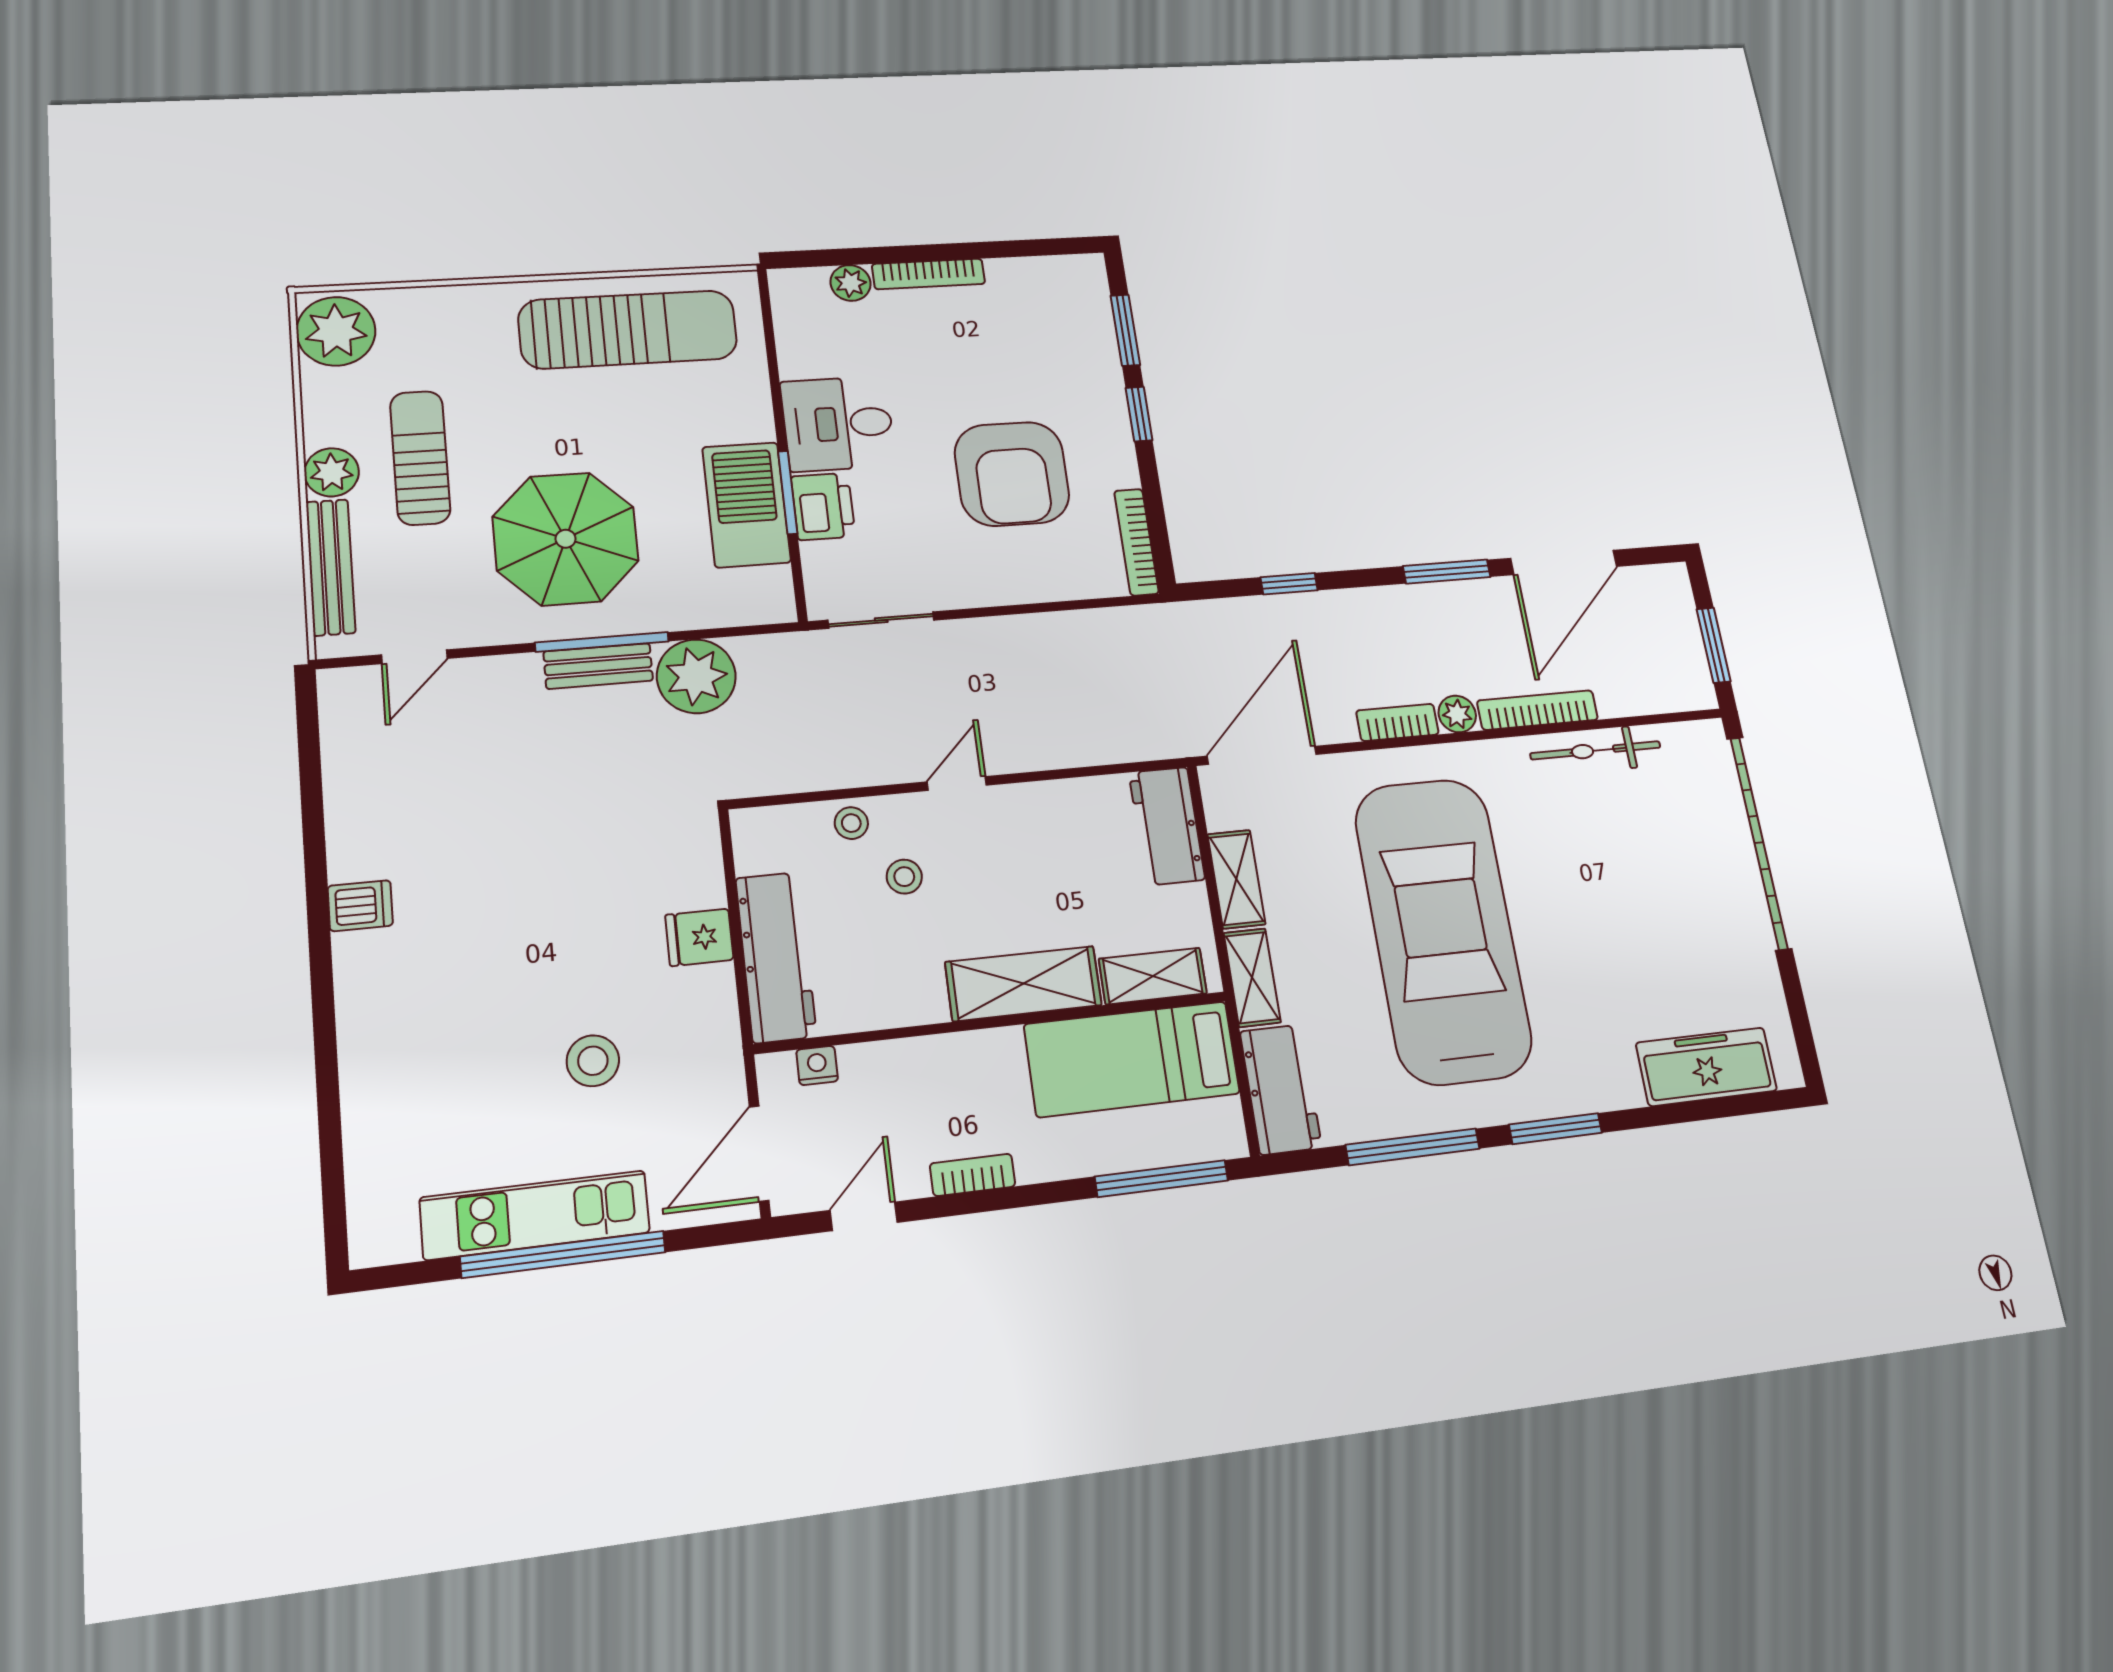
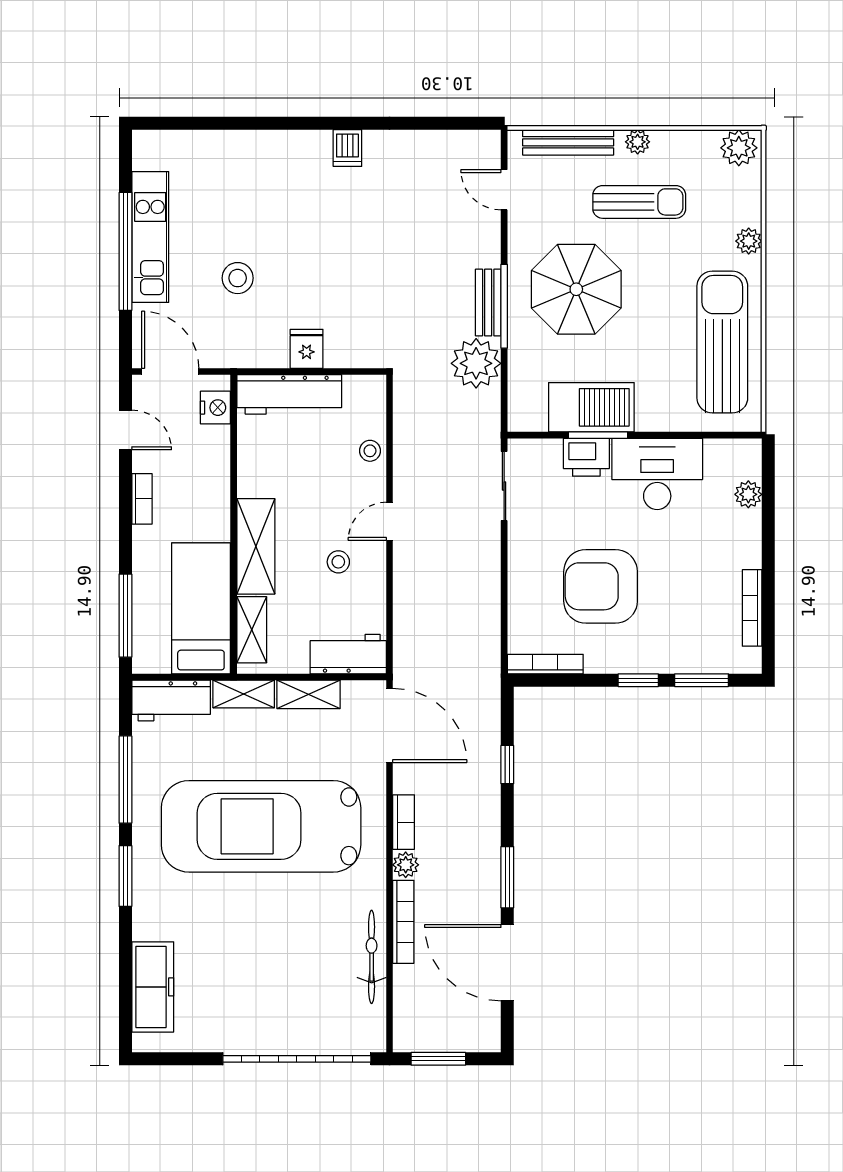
bookcase: (929, 274) -> (752, 608), moved
plant: (470, 302) -> (749, 241), added
sun lounger: (628, 329) -> (722, 342), turned 180
plant: (336, 331) -> (739, 148), width x0.73, depth x0.73
desk: (838, 424) -> (657, 474), width x1.37
plant: (332, 472) -> (638, 142), width x0.73, depth x0.73
door: (957, 783) -> (390, 521), swing flipped
stool: (904, 877) -> (338, 562), moved
car: (1443, 930) -> (261, 826), turned 180
nightstand: (817, 1065) -> (215, 408), width x1.39, depth x1.35

